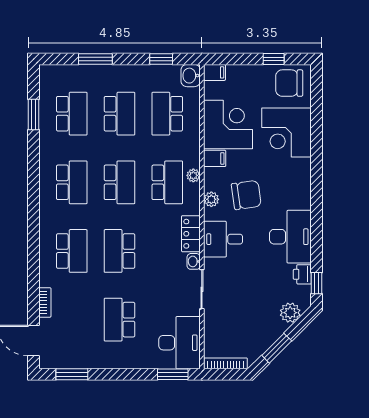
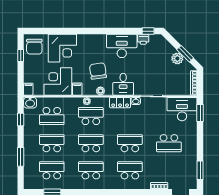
school desk: (119, 251) -> (130, 143), turned 180
plant: (290, 313) -> (177, 58), moved

